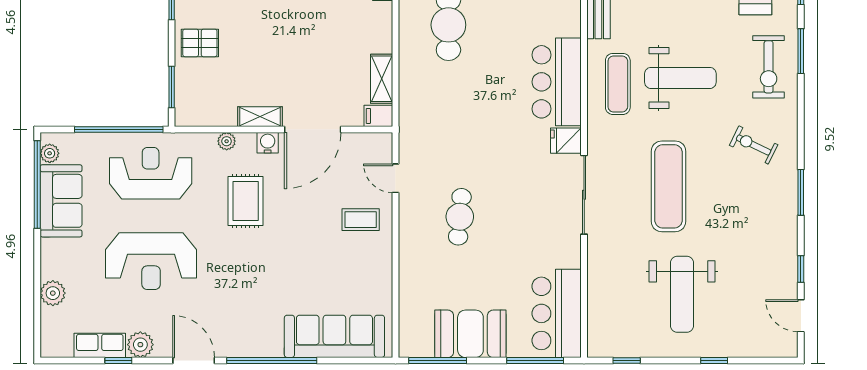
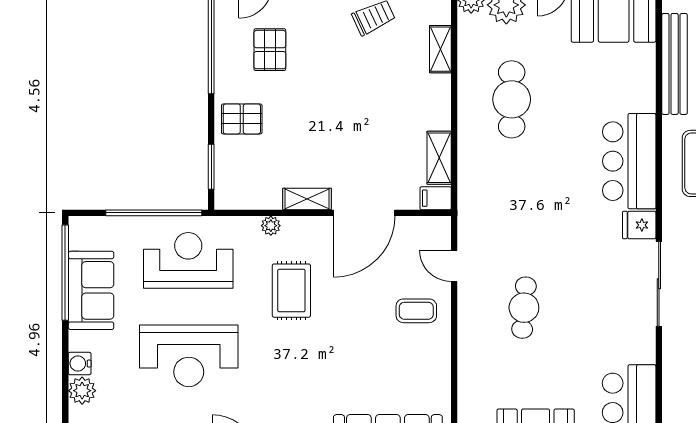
water cooler: (268, 143) -> (80, 364), moved, turned -90
plant: (50, 153) -> (79, 239), removed

